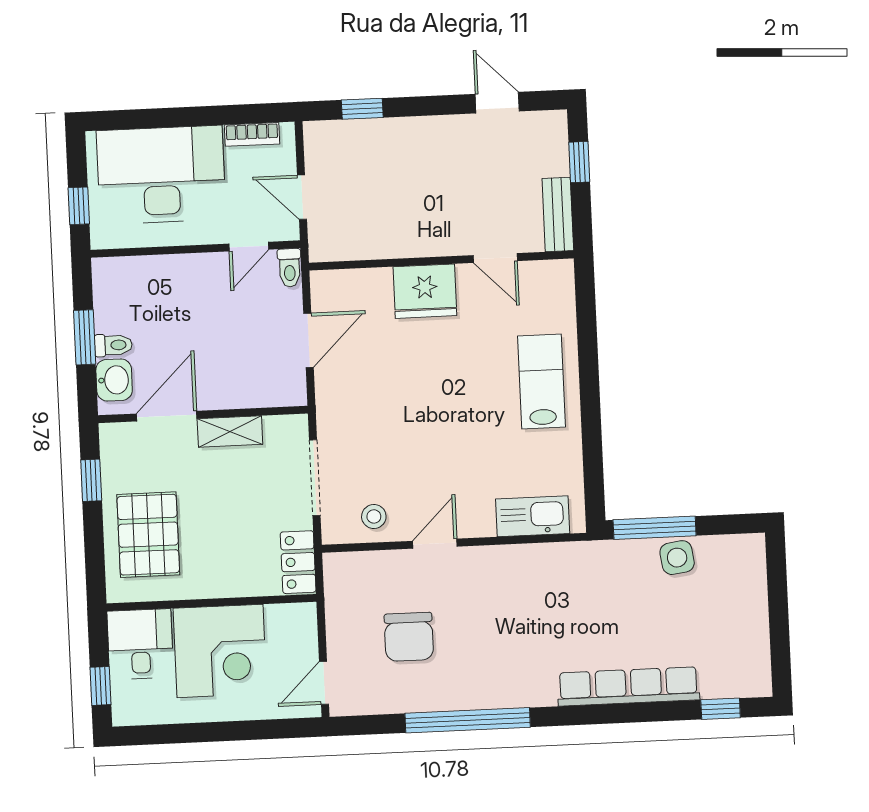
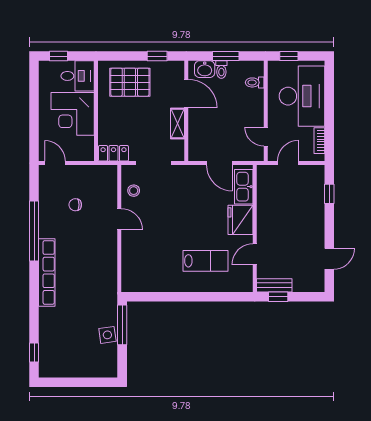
window: (579, 162) -> (278, 297), moved
toilet: (290, 268) -> (255, 82), moved
lab bench: (541, 382) -> (205, 261), moved
kitchen sink: (533, 516) -> (244, 187), moved, turned 180
chair: (409, 637) -> (75, 205), width x0.54, depth x0.54
row of seats: (628, 686) -> (47, 272), moved

